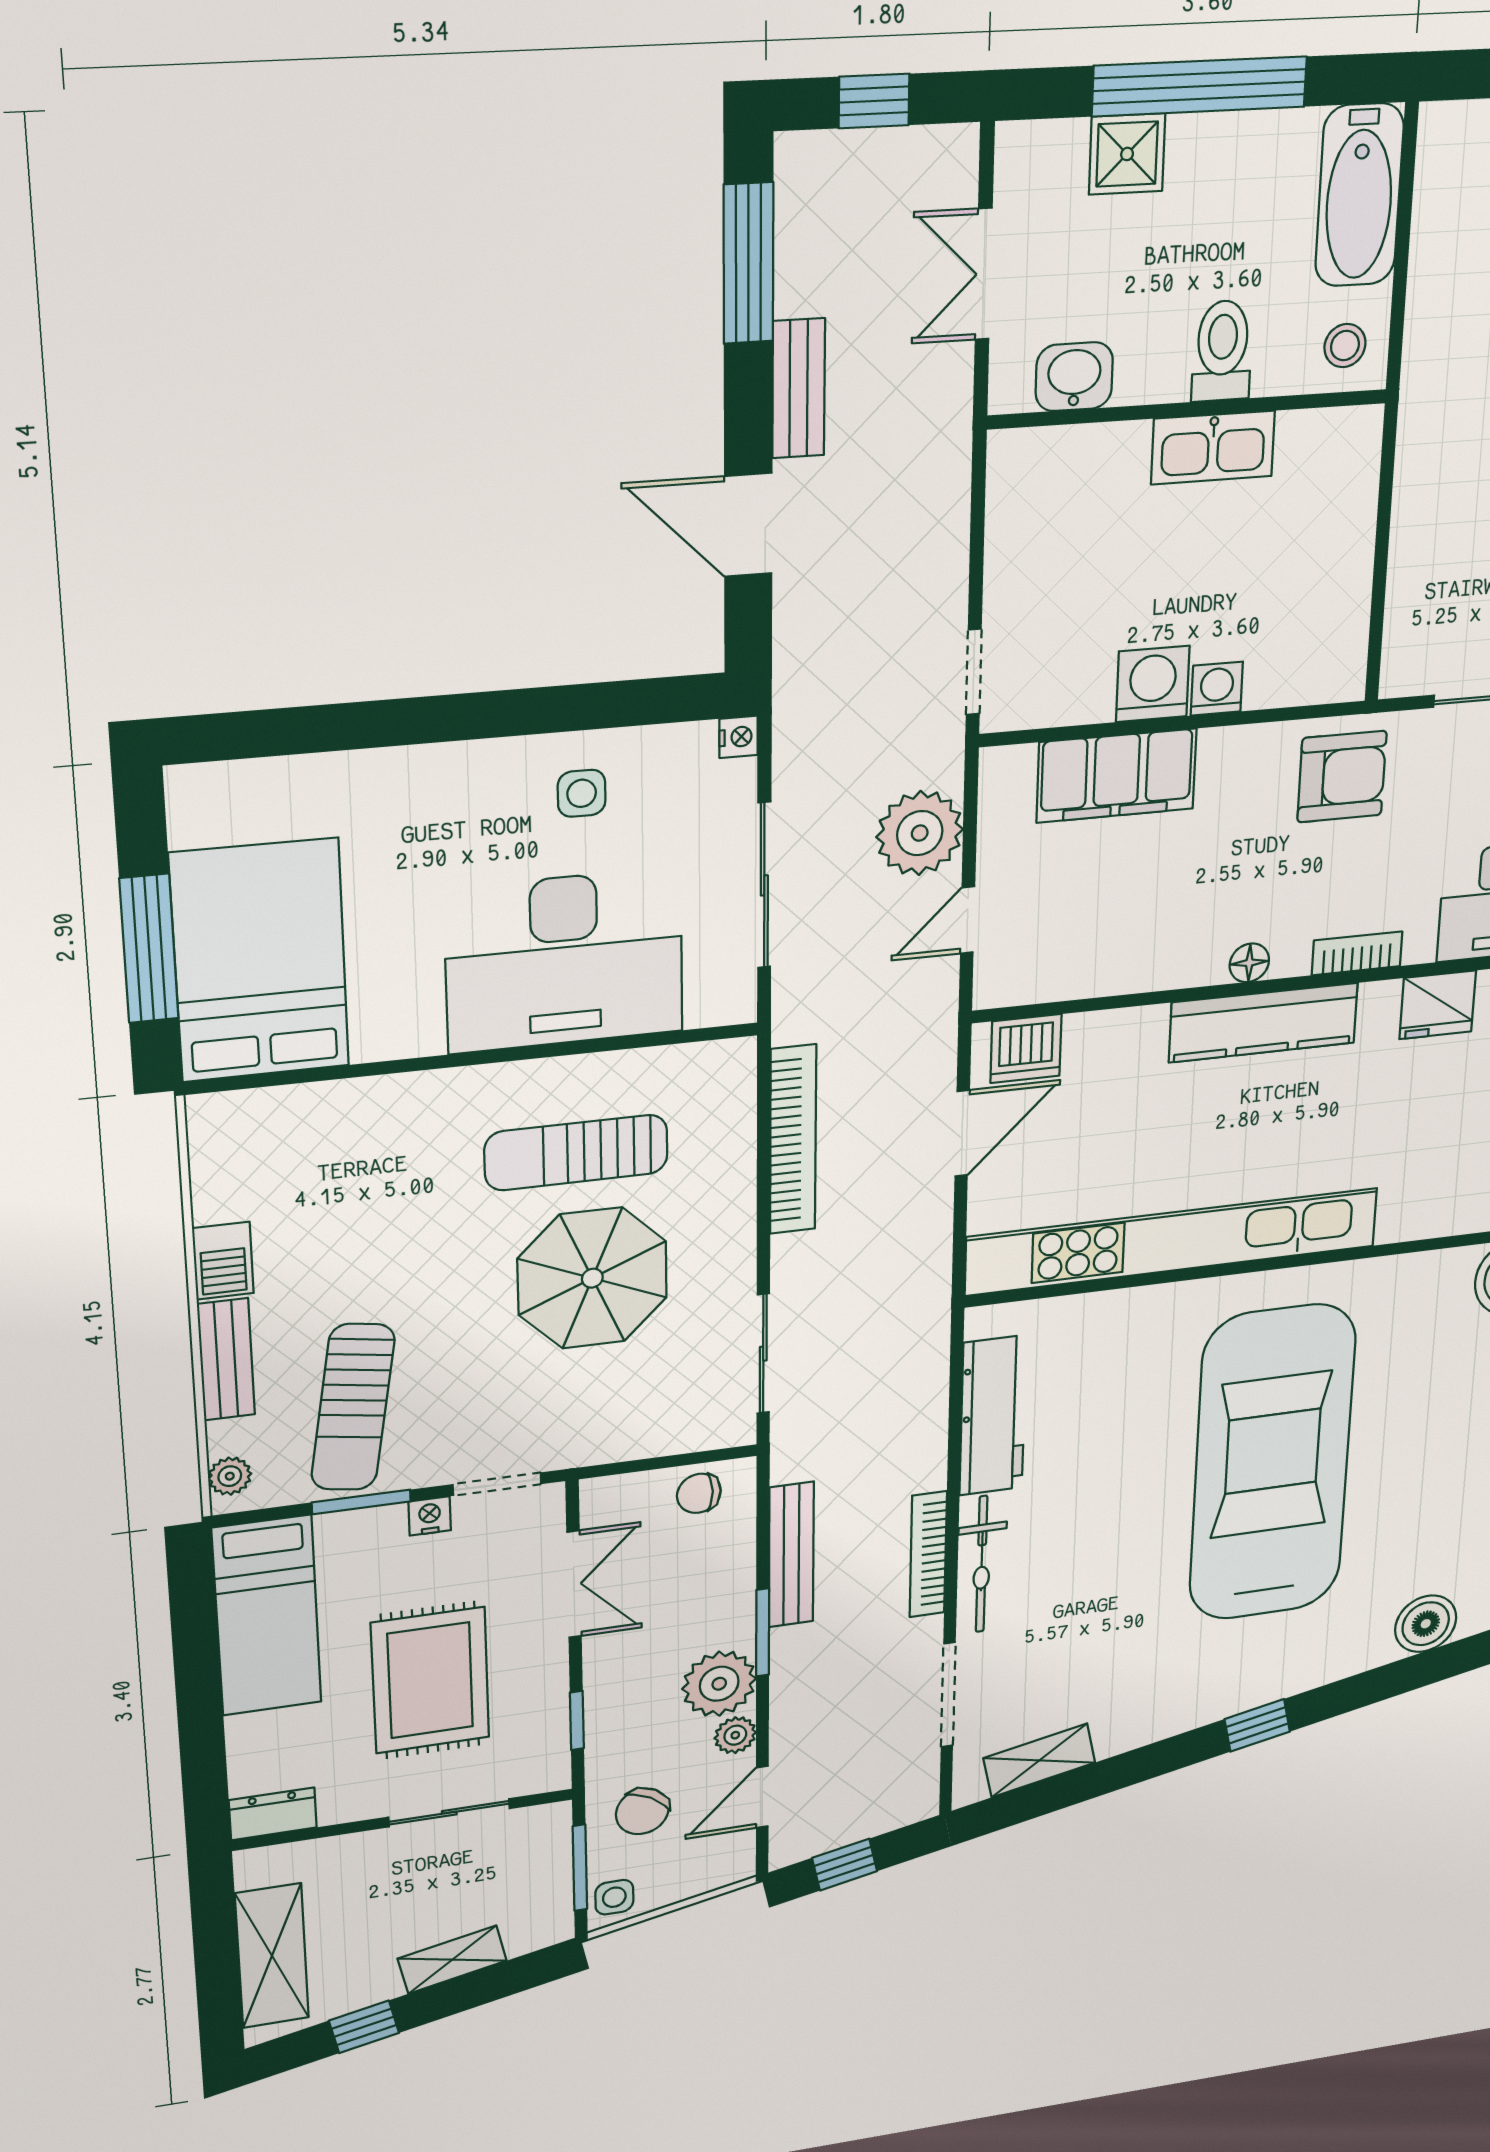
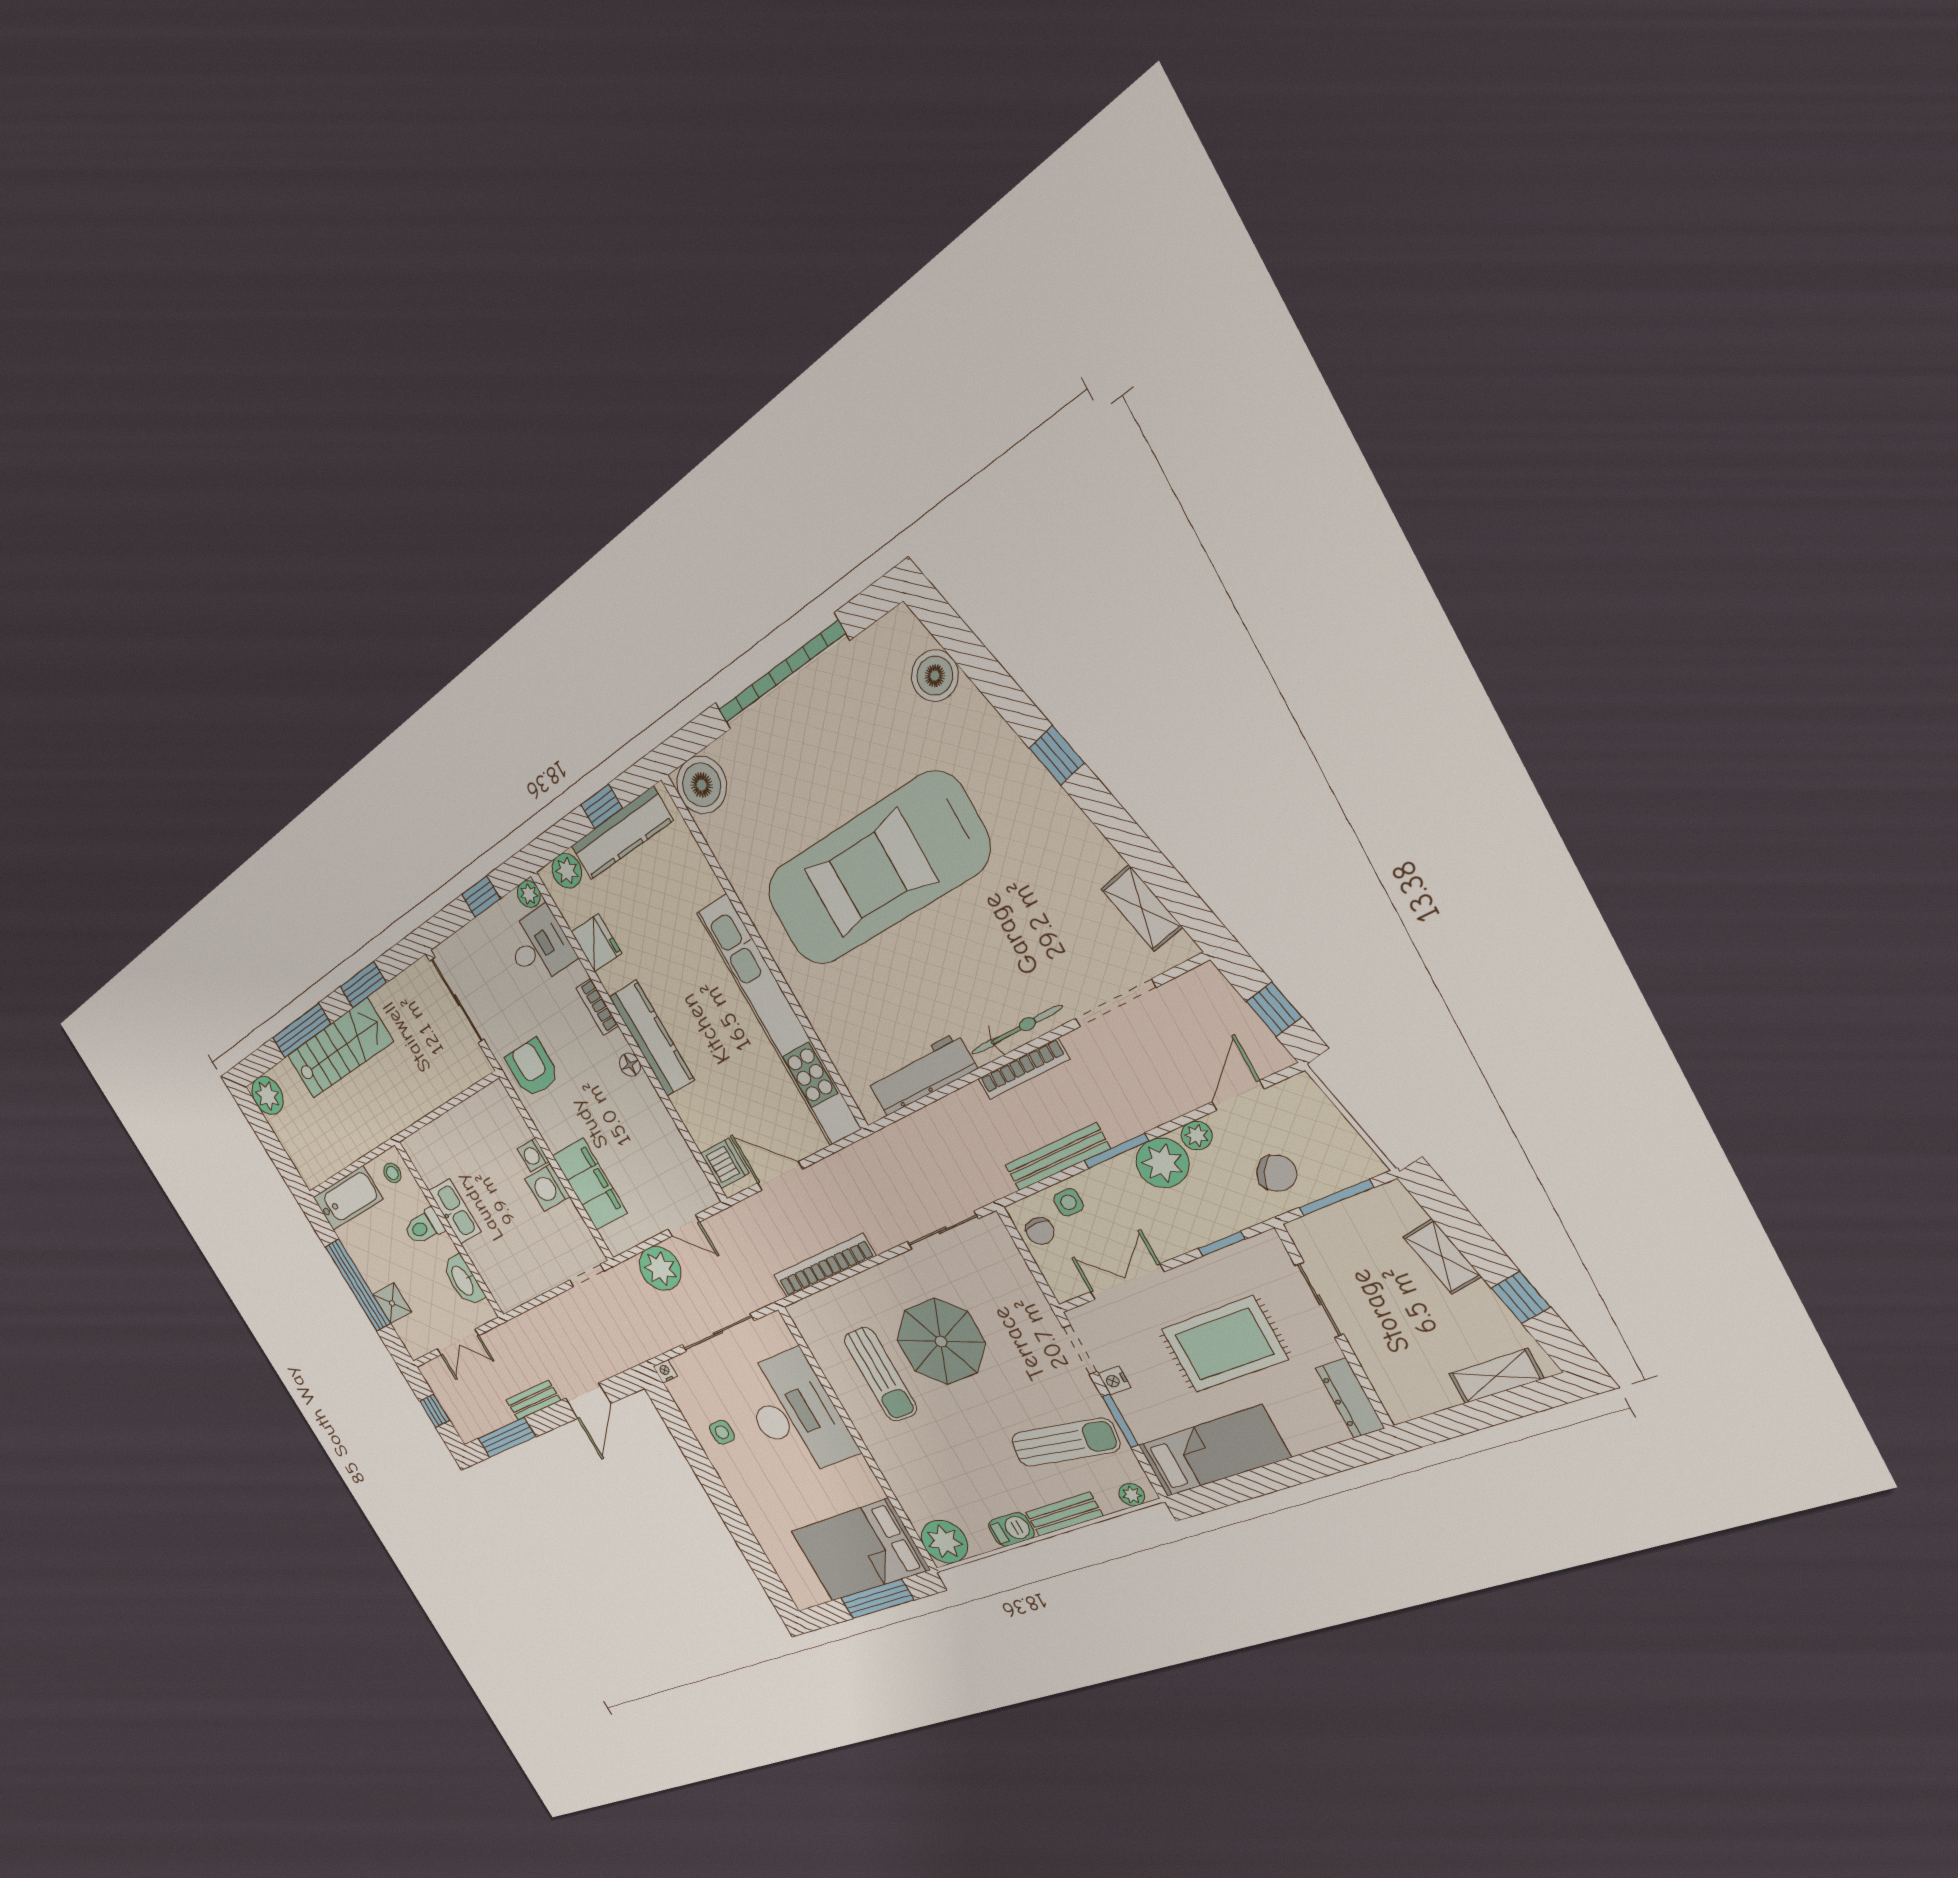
washbasin: (1074, 377) -> (463, 1280), width x1.38
plant: (233, 1132) -> (944, 1542), added
door: (762, 1797) -> (1238, 1095), swing flipped
dresser: (273, 1814) -> (1350, 1398), width x1.44
side table: (614, 1897) -> (1069, 1202), moved
shelving: (272, 1956) -> (1496, 1376), width x0.67, depth x0.75

